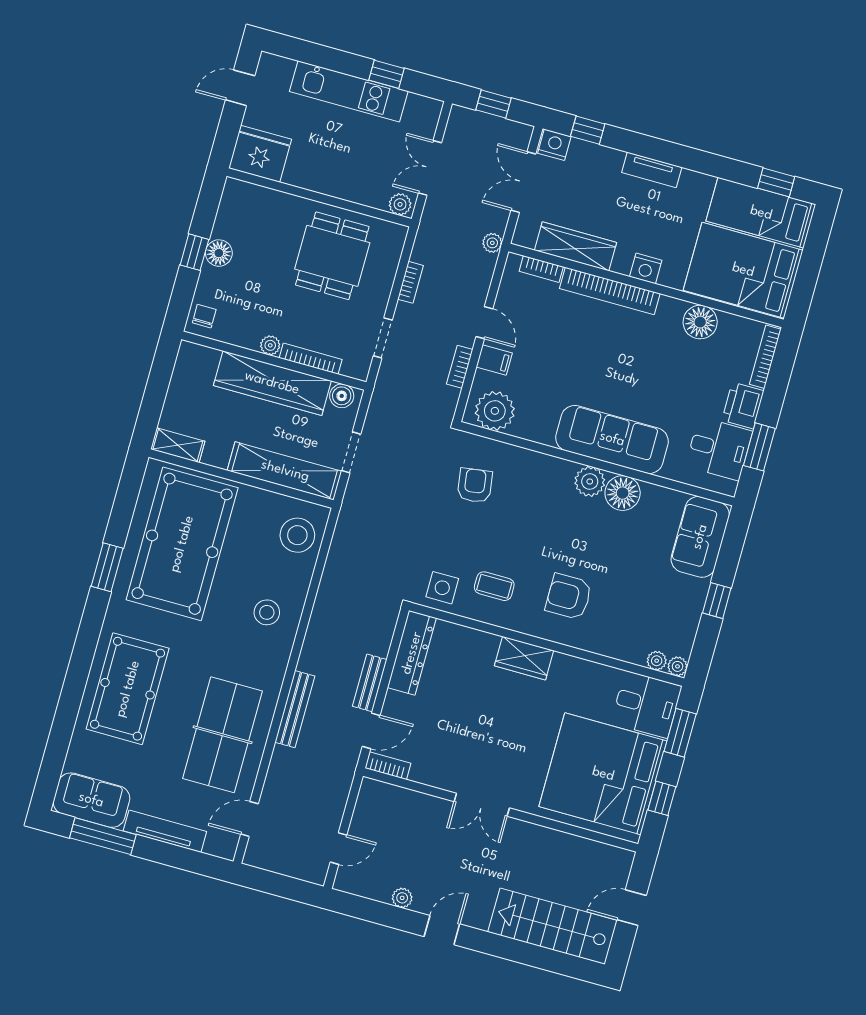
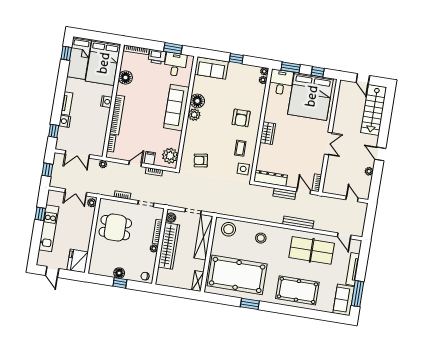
nightstand: (554, 145) -> (65, 121), moved
wardrobe: (575, 246) -> (101, 131), removed

